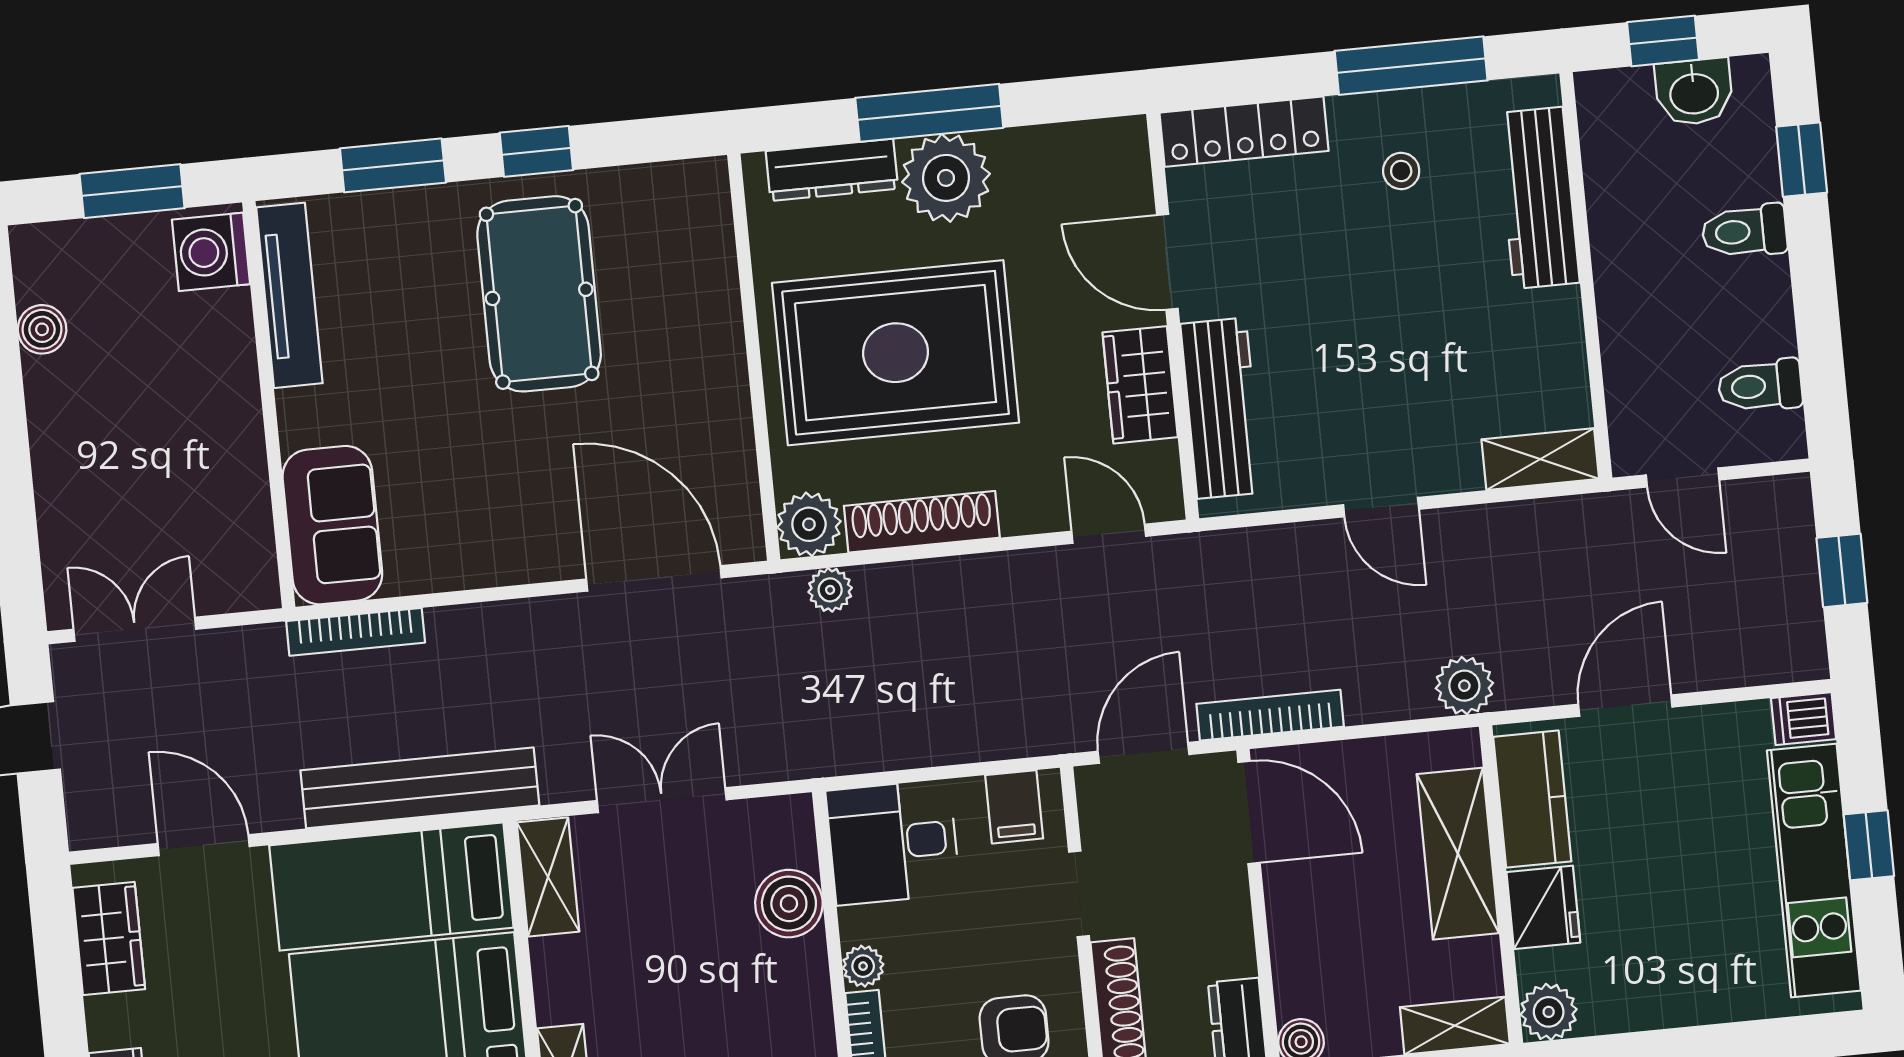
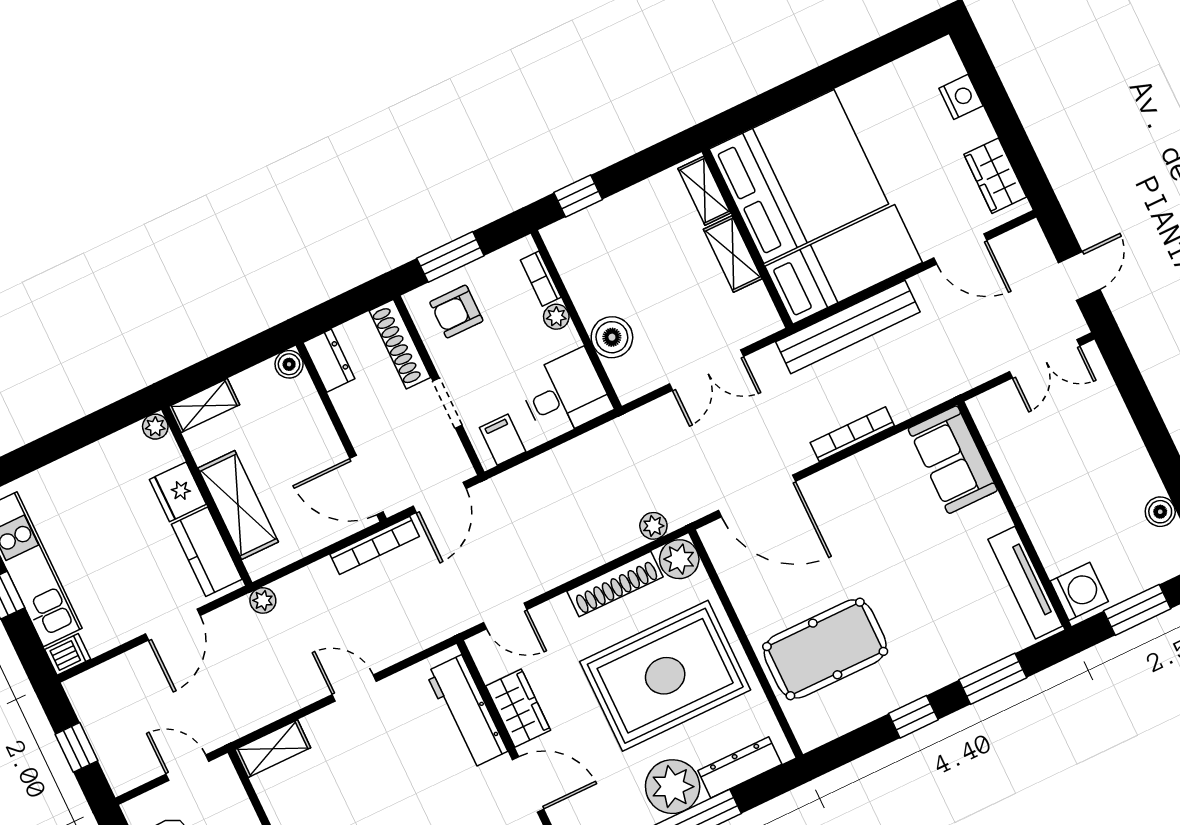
pool table: (539, 294) -> (825, 649), moved, turned 90
bookcase: (356, 632) -> (852, 434), moved
plant: (1464, 686) -> (263, 600), width x0.73, depth x0.73
shelving: (548, 877) -> (733, 254), moved
plant: (1549, 1012) -> (155, 427), width x0.73, depth x0.73

